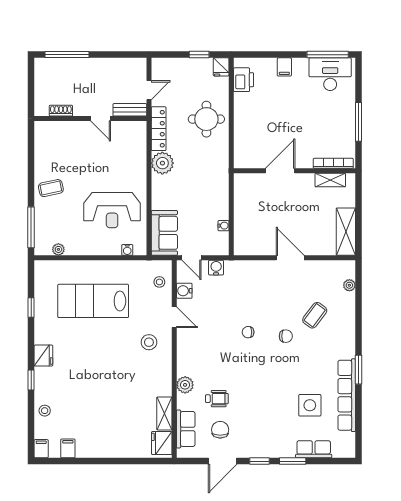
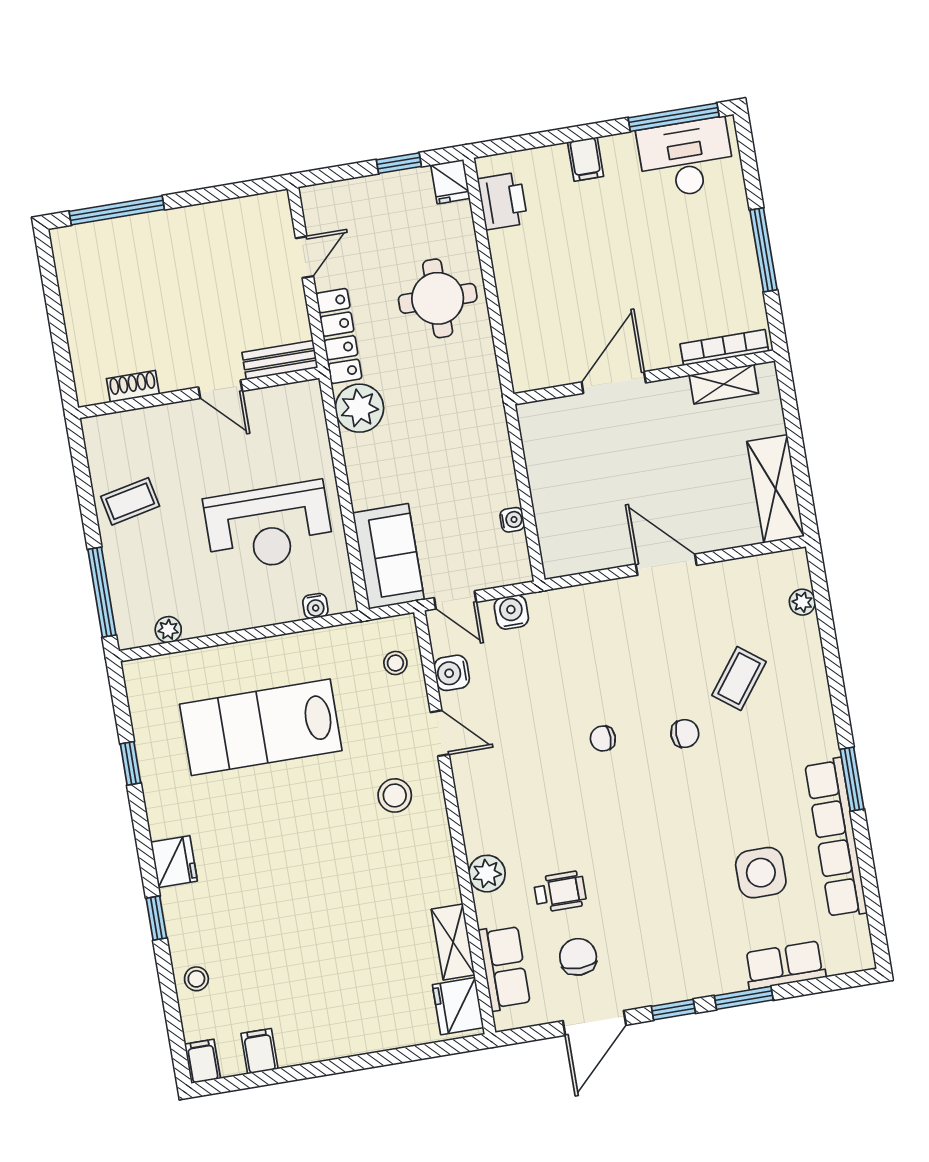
bench: (130, 110) -> (280, 360), moved
shoe rack: (61, 111) -> (133, 386), moved
wall: (90, 119) -> (199, 393), moved
door: (101, 119) -> (220, 389), moved

